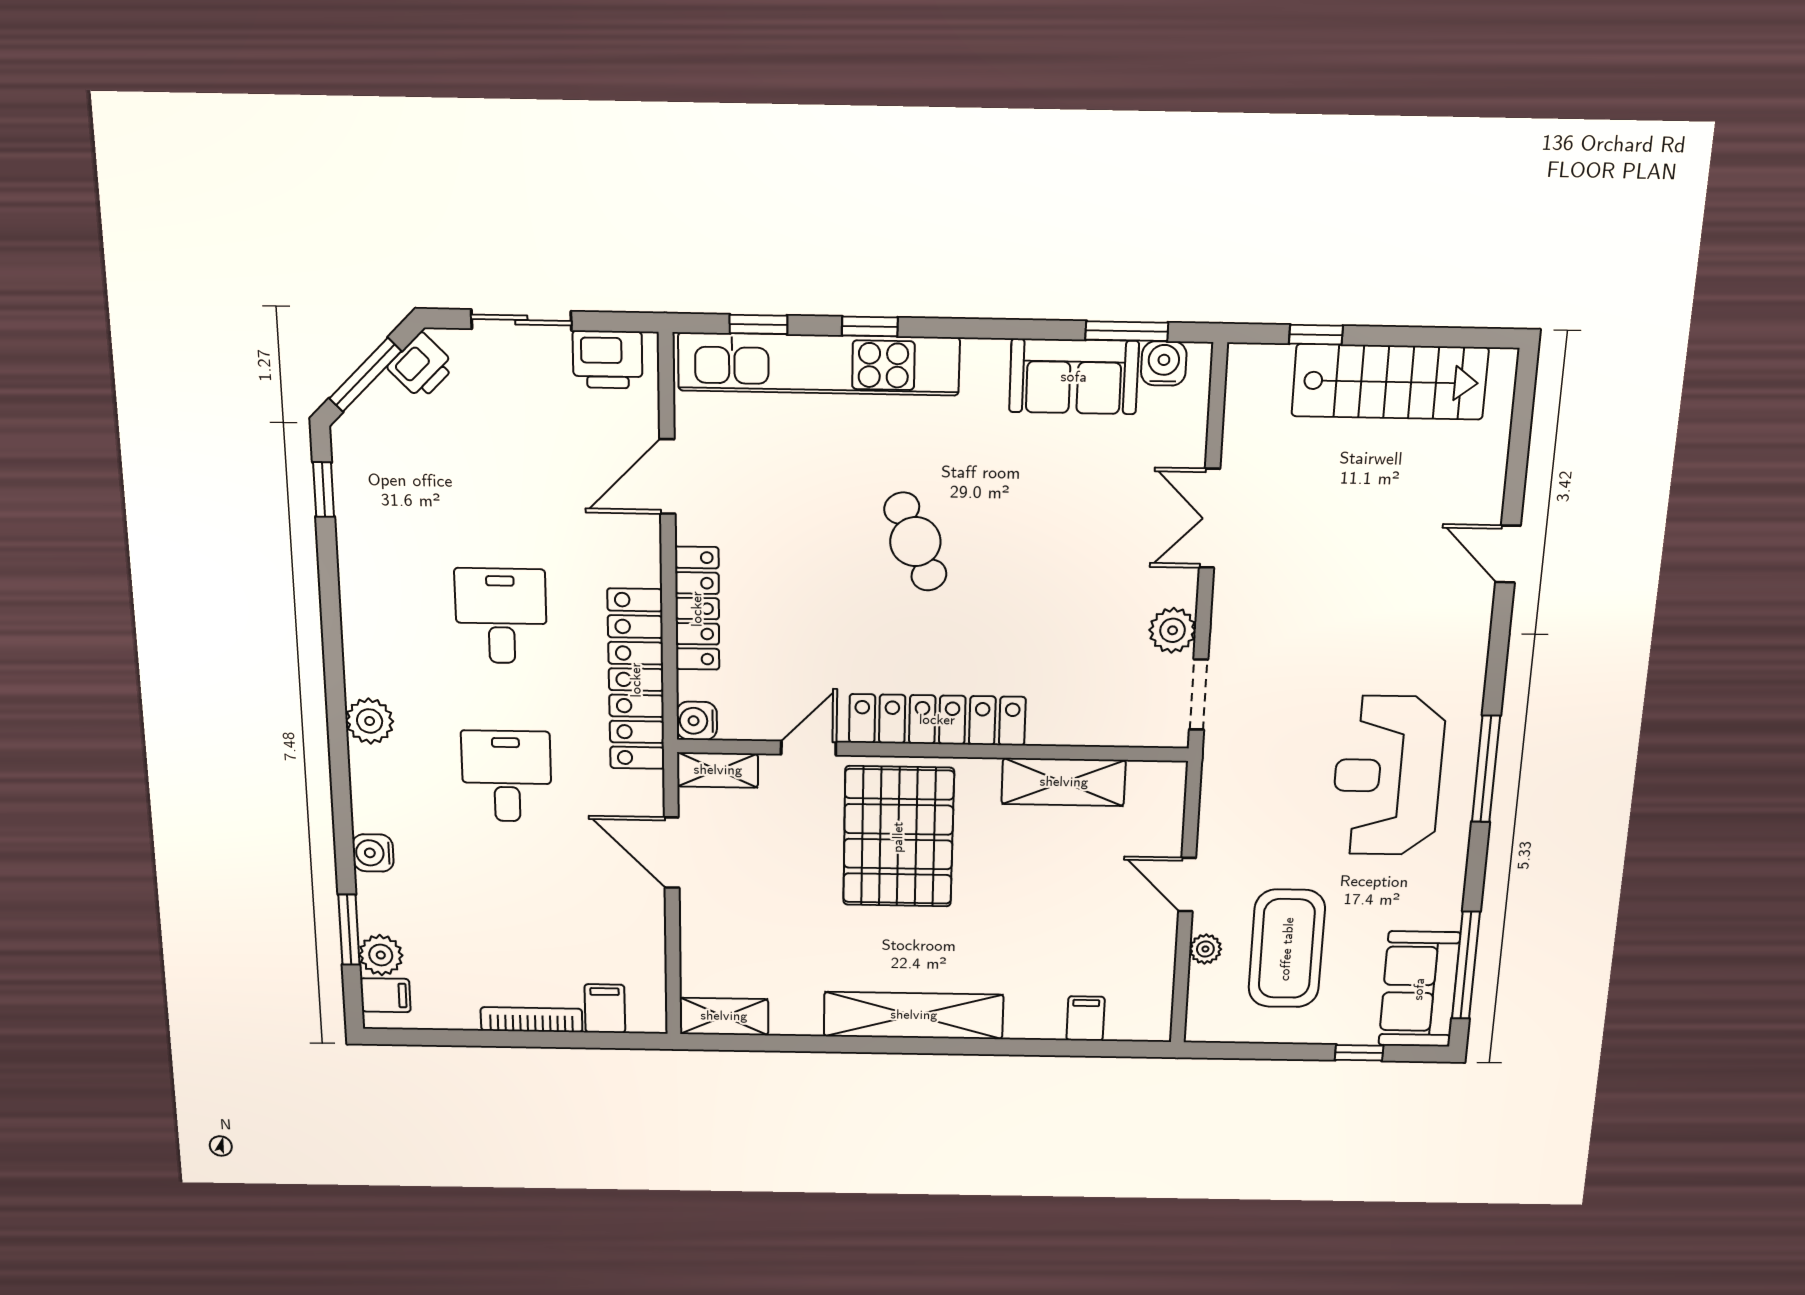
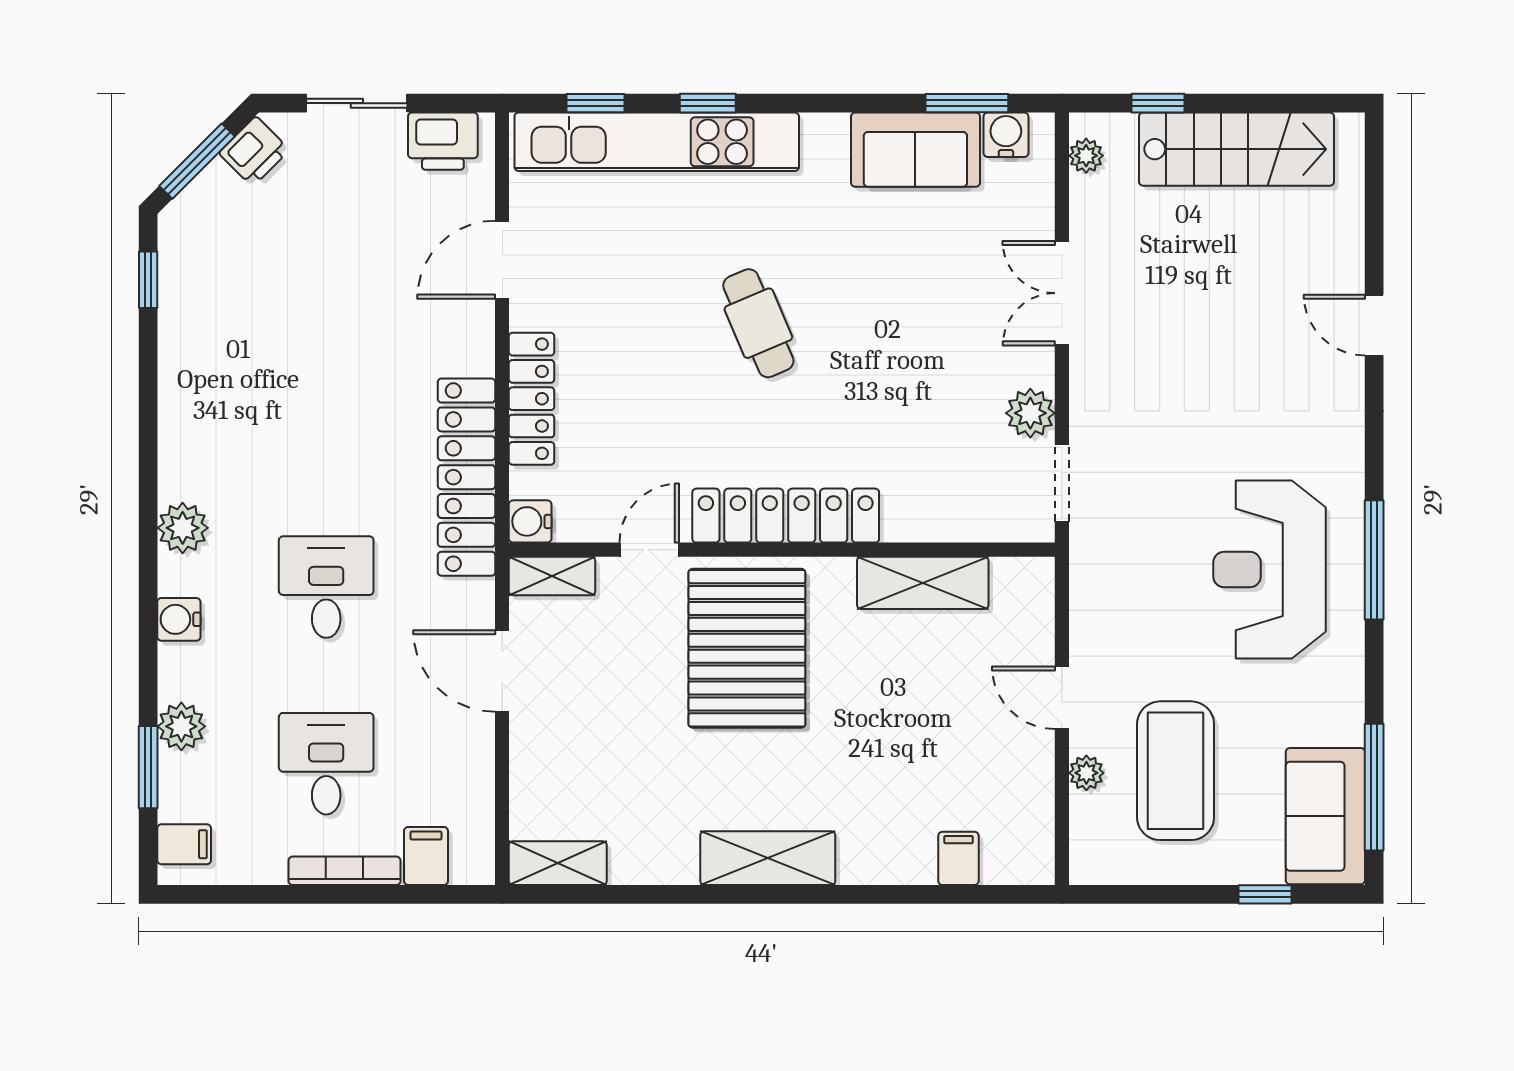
plant: (1241, 386) -> (1086, 156), added
desk: (501, 616) -> (326, 764), moved
water cooler: (373, 853) -> (179, 619), moved
plant: (381, 955) -> (181, 726), moved
shelving: (914, 1015) -> (768, 858), width x0.68

